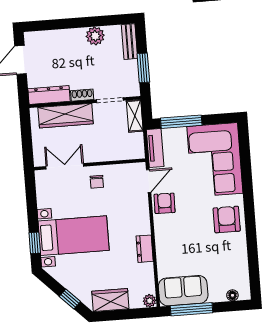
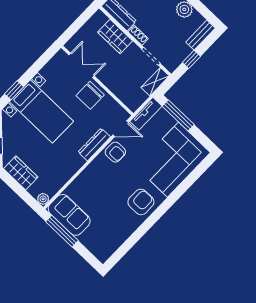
window: (143, 68) -> (191, 59), width x0.67
wardrobe: (66, 116) -> (115, 36), width x0.67
chair: (97, 182) -> (90, 95), width x1.87, depth x1.87
armchair: (165, 203) -> (115, 152), turned 89
dresser: (145, 249) -> (94, 145), moved, width x1.44
floor lamp: (232, 295) -> (95, 250), removed

